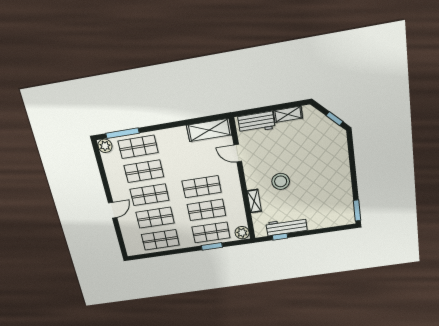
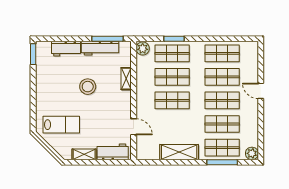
window: (334, 119) -> (45, 144), removed
shelving: (209, 130) -> (179, 152), moved
window: (122, 133) -> (222, 162), moved
lab bench: (318, 143) -> (61, 125), added
stool: (281, 181) -> (88, 87), moved
door: (113, 210) -> (261, 91), hinge flipped
workbench: (322, 221) -> (66, 49), added
window: (280, 237) -> (107, 39), width x2.17

